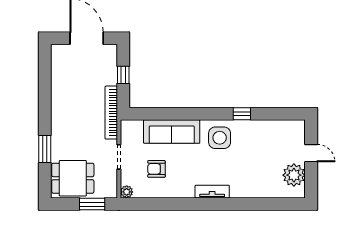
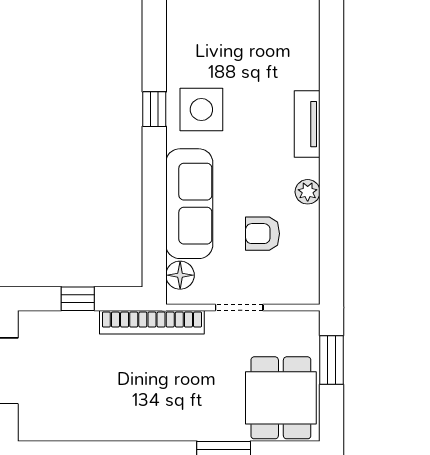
window: (242, 114) -> (154, 109), moved
floor lamp: (135, 127) -> (180, 275), added
armchair: (156, 169) -> (263, 234), turned 90
plant: (127, 192) -> (308, 192), moved

